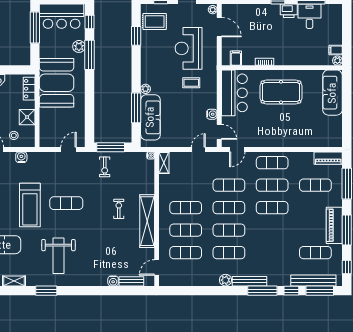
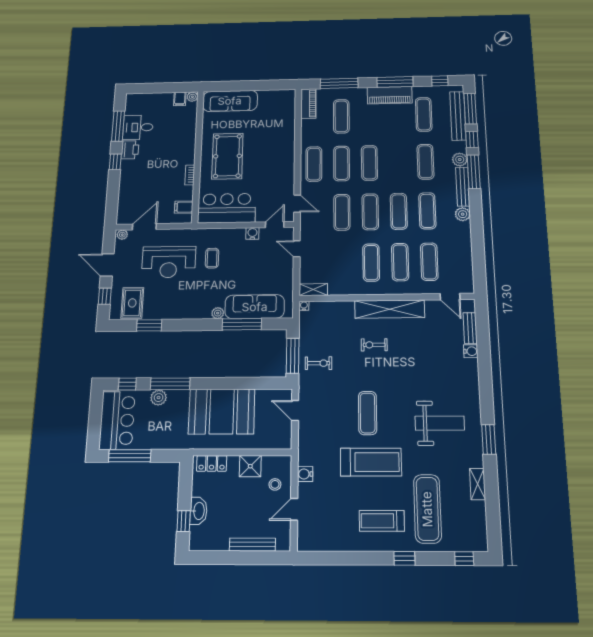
booth: (57, 83) -> (222, 412), moved
exercise mat: (272, 253) -> (425, 162), added
plant: (274, 280) -> (460, 160), added

